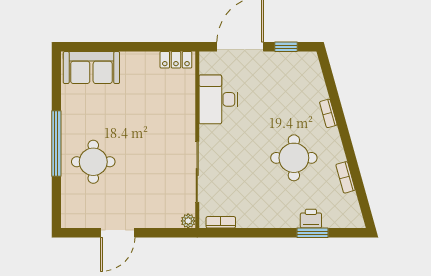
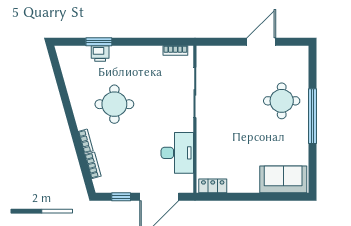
bookcase: (346, 177) -> (93, 165), moved
plant: (188, 221) -> (202, 52), removed

